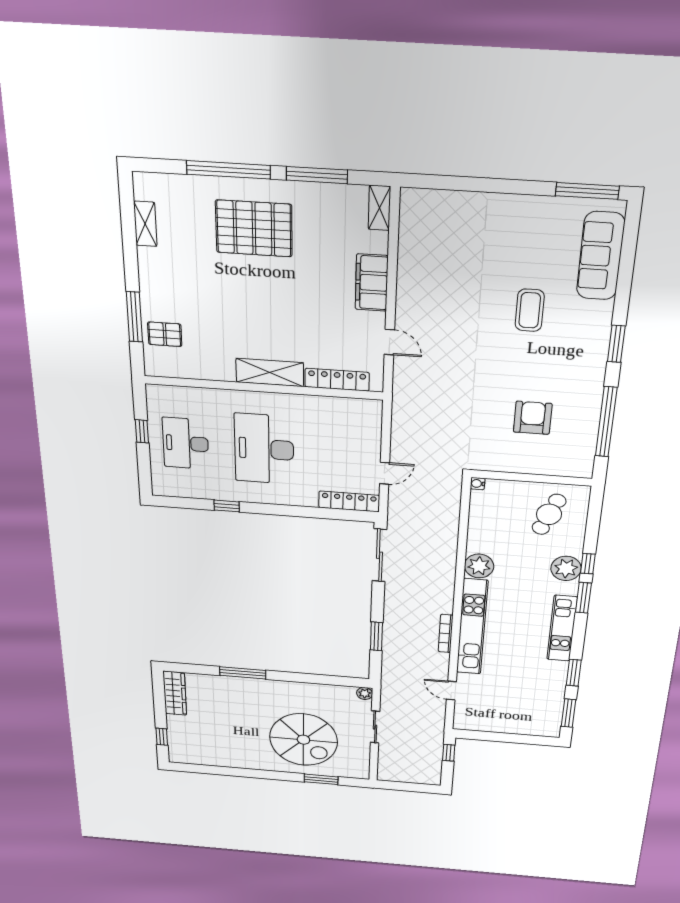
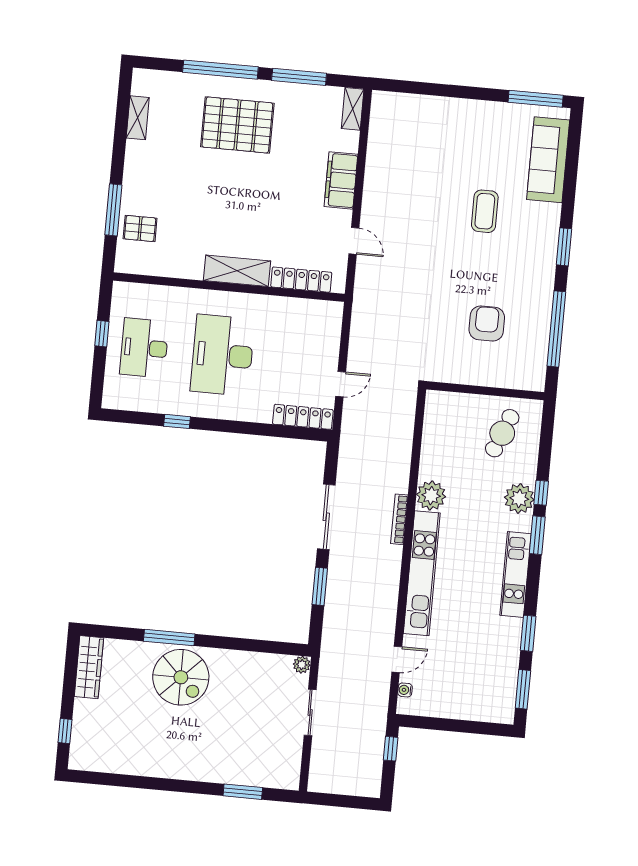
water cooler: (478, 484) -> (405, 690), moved
sliding door: (379, 555) -> (326, 517), moved
bookcase: (446, 634) -> (399, 519), moved
door: (451, 691) -> (397, 659), swing flipped
spiral stairs: (303, 740) -> (181, 677), moved, width x0.73, depth x0.73

